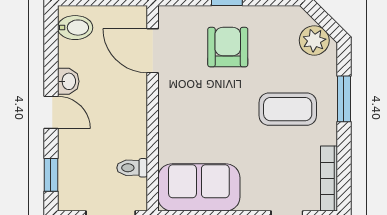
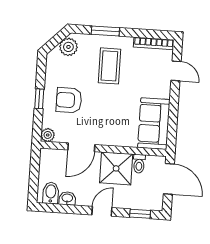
plant: (169, 16) -> (48, 135), added
door: (153, 51) -> (81, 147), moved
washbasin: (68, 81) -> (67, 198), moved
shower: (122, 131) -> (116, 168), added

